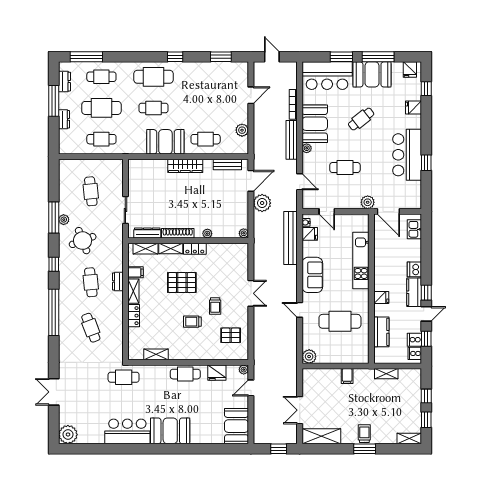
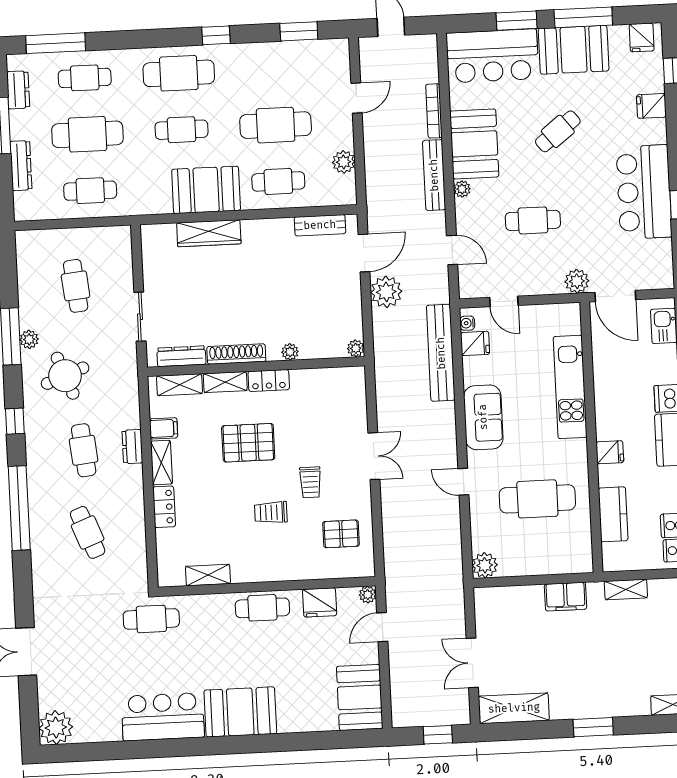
cafe table: (206, 108) -> (276, 125), added
dresser: (64, 119) -> (21, 166), width x1.44
wardrobe: (185, 166) -> (209, 233), moved
filing cabinet: (347, 376) -> (566, 597), width x2.00
trolley: (364, 434) -> (591, 700), removed

